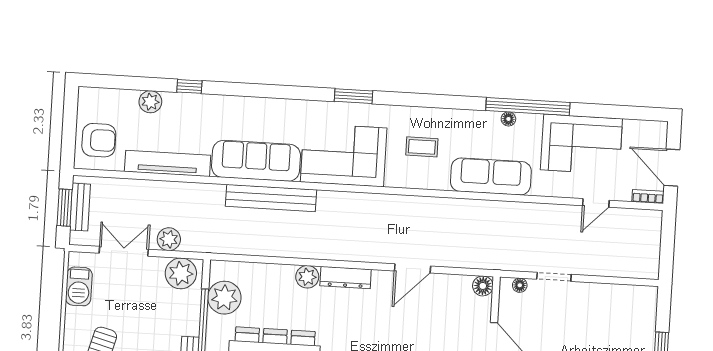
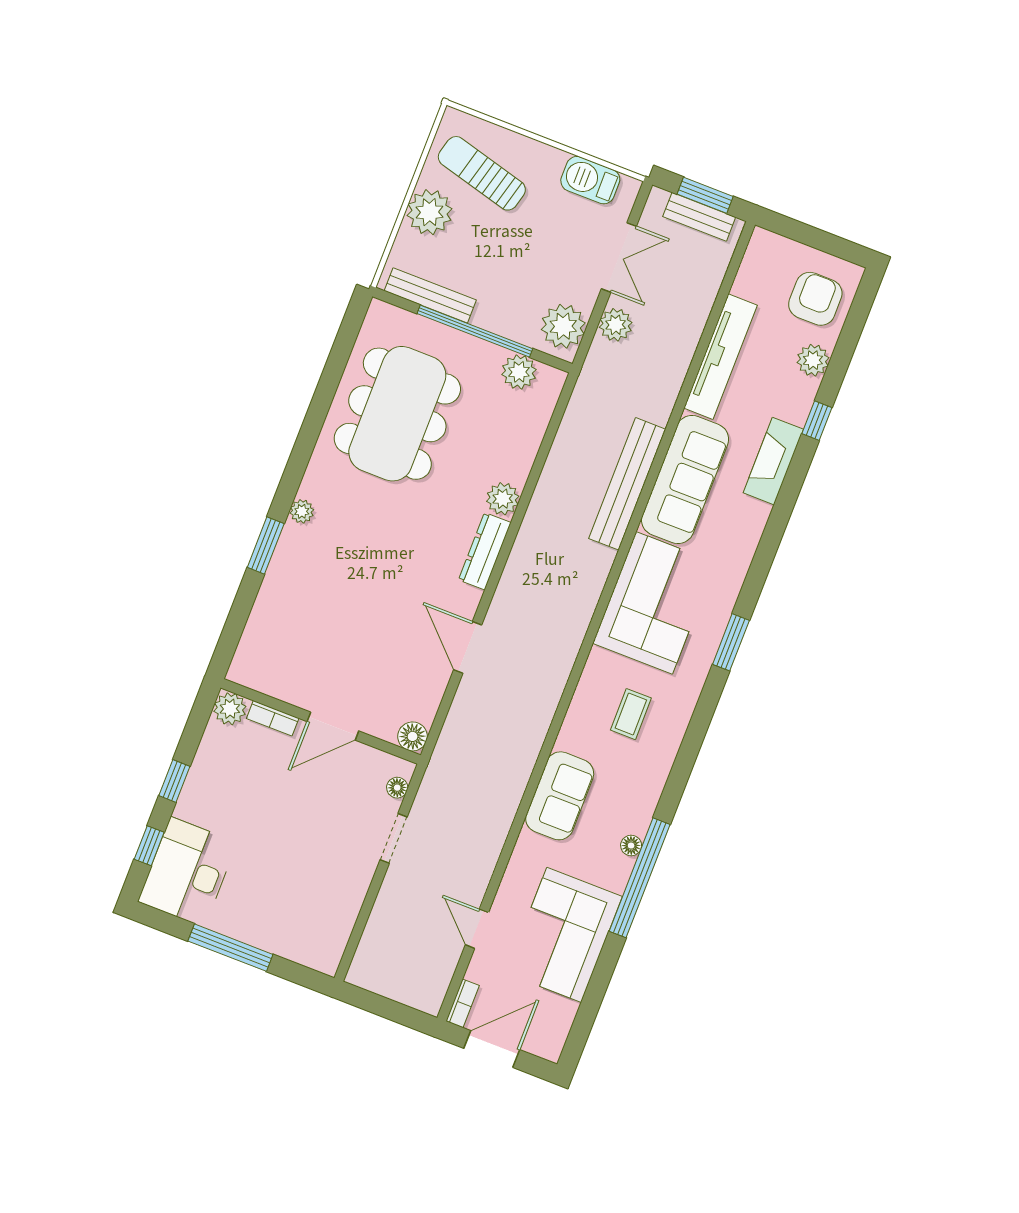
fireplace: (225, 107) -> (773, 461), added
armchair: (99, 140) -> (815, 299), moved, turned 180
sofa: (491, 176) -> (560, 796), width x0.73
plant: (224, 298) -> (519, 372), width x0.73, depth x0.73

